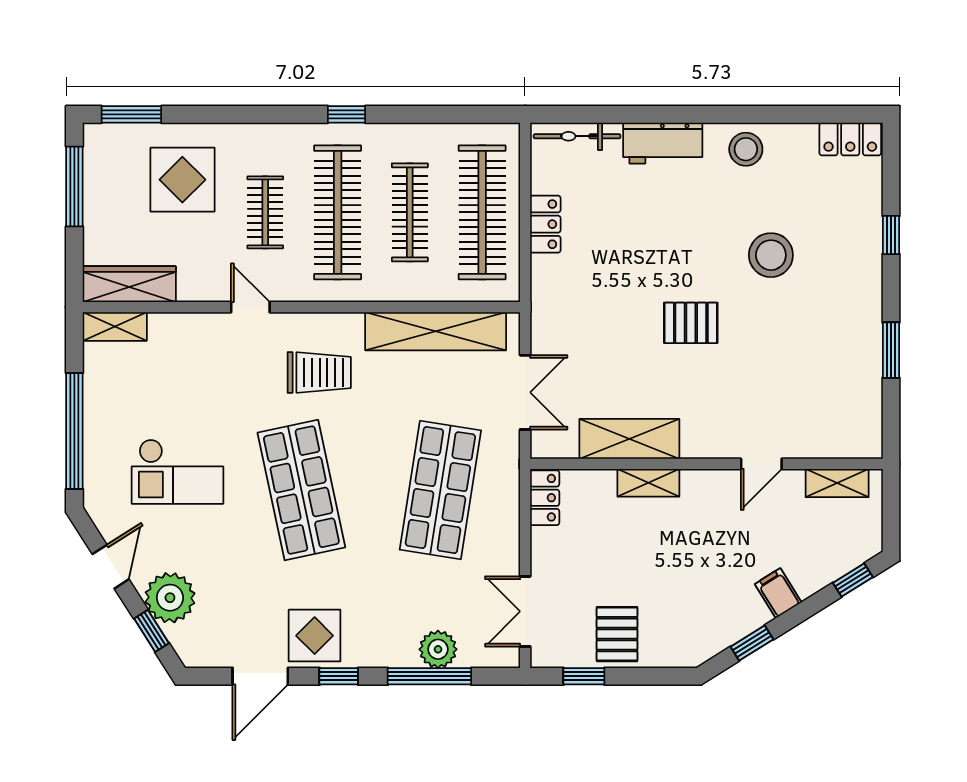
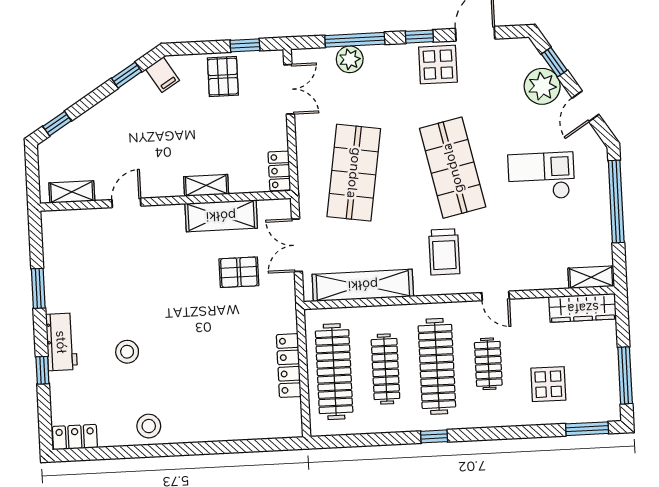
bicycle: (577, 136) -> (269, 429), removed
workbench: (663, 143) -> (61, 342), moved, turned 90
display table: (182, 180) -> (548, 384), width x0.73, depth x0.73
locker: (545, 224) -> (289, 366), width x1.53
stool: (771, 255) -> (127, 352), width x0.73, depth x0.73
pallet: (691, 323) -> (239, 272), moved
trolley: (319, 372) -> (444, 252), turned -90
filing cabinet: (778, 593) -> (163, 75), moved

